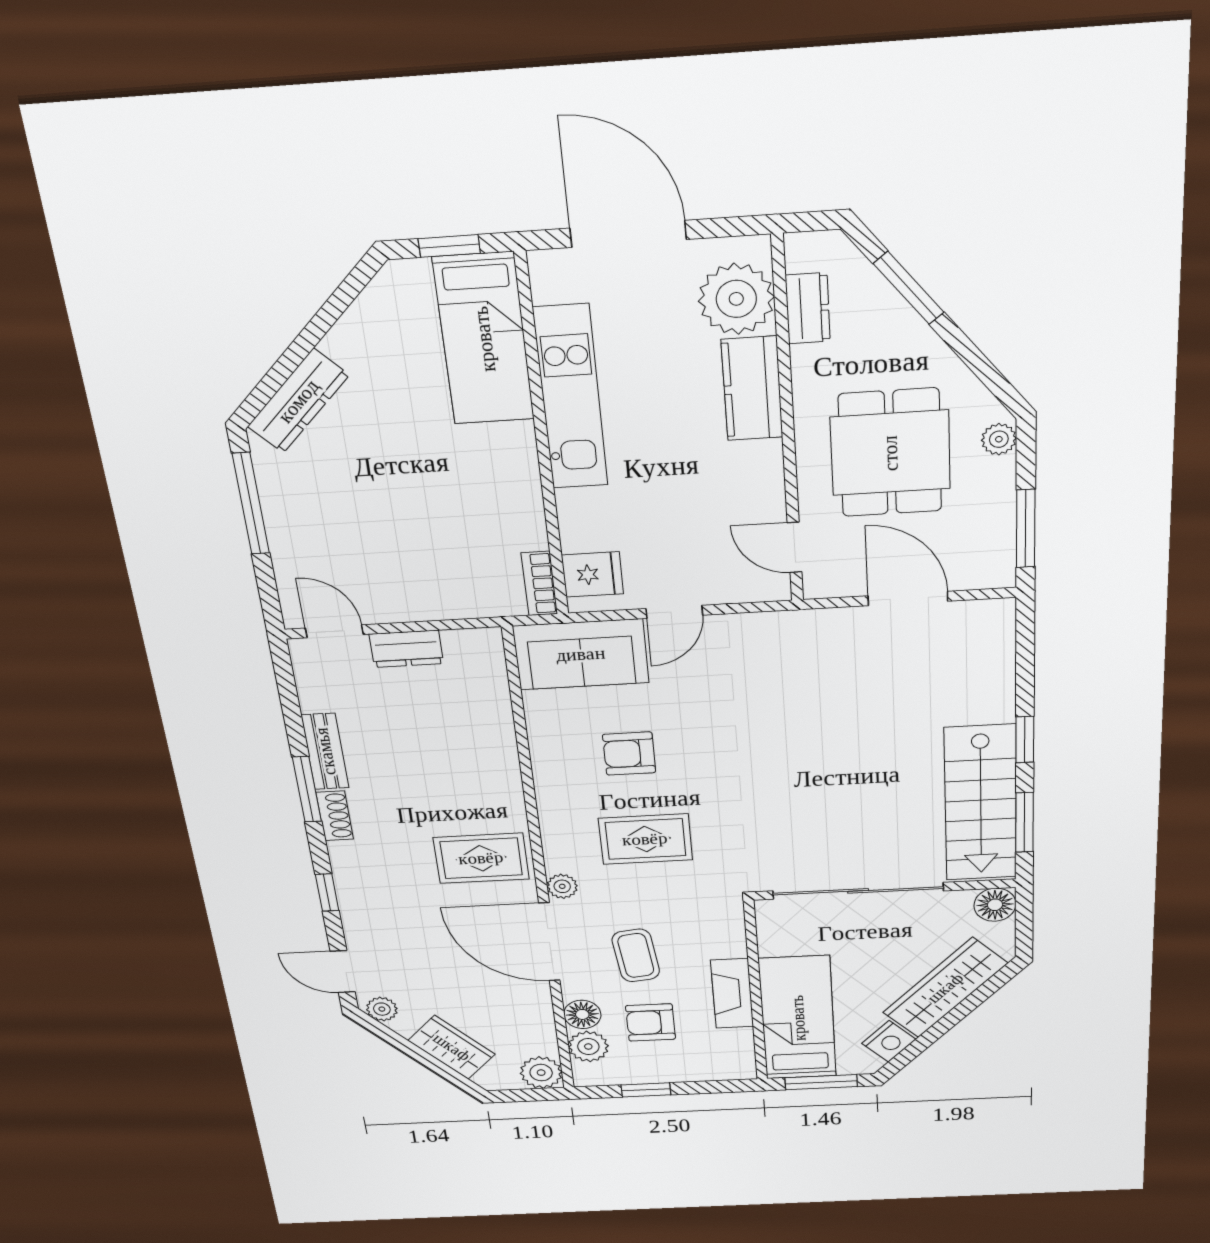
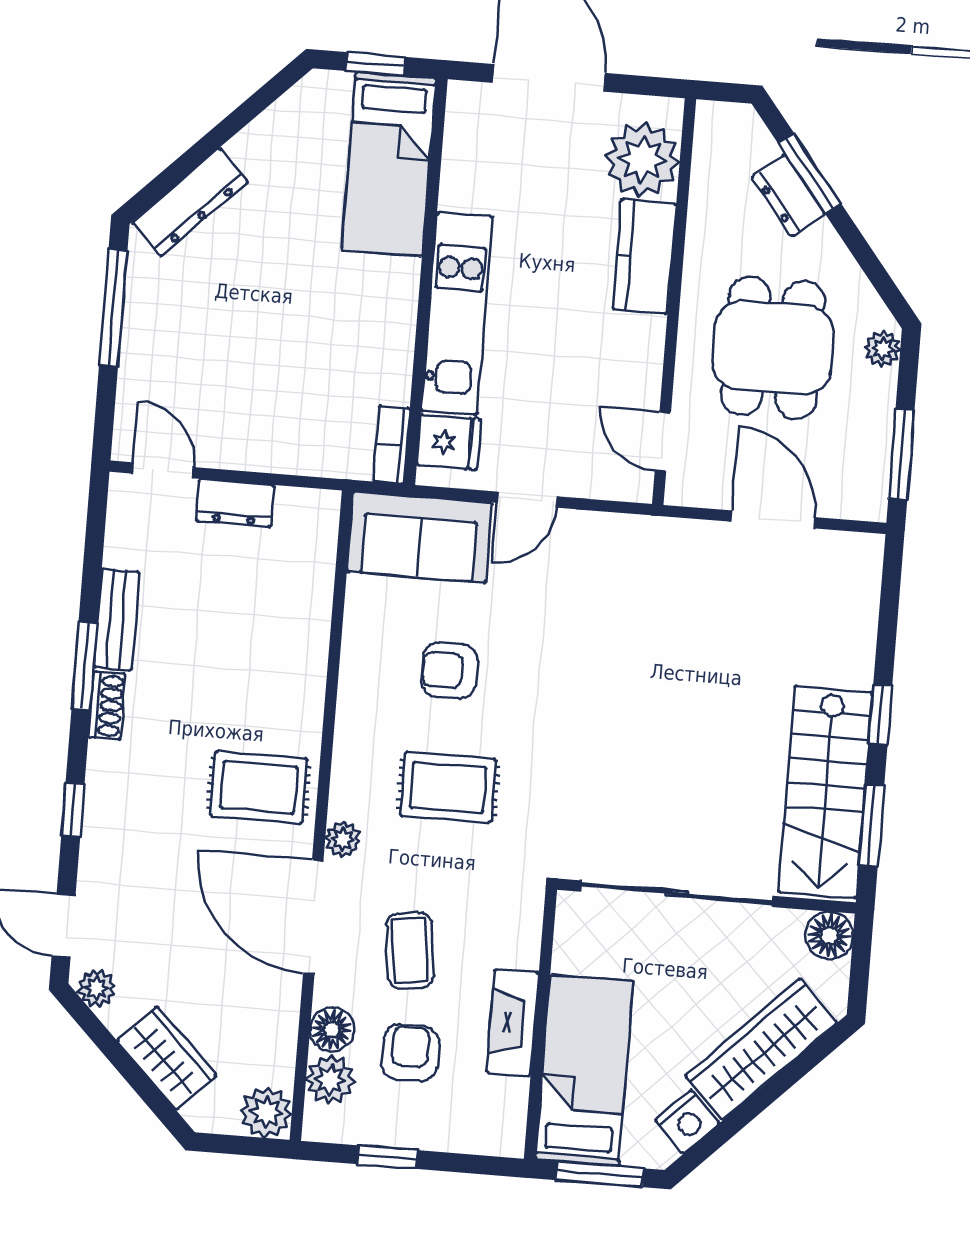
dresser: (808, 308) -> (788, 195), moved, turned 142
kitchen unit: (571, 398) -> (457, 314), moved
armchair: (651, 1022) -> (410, 1053), turned 90

